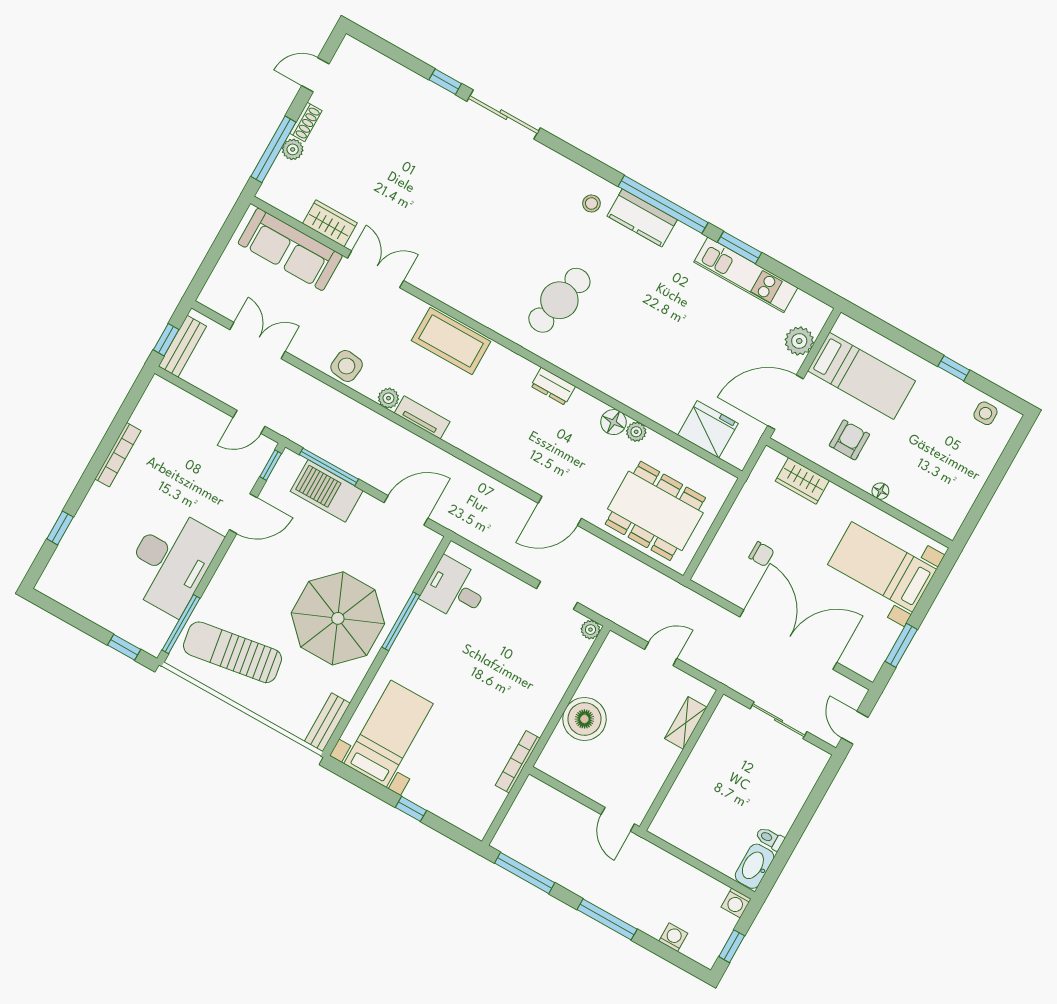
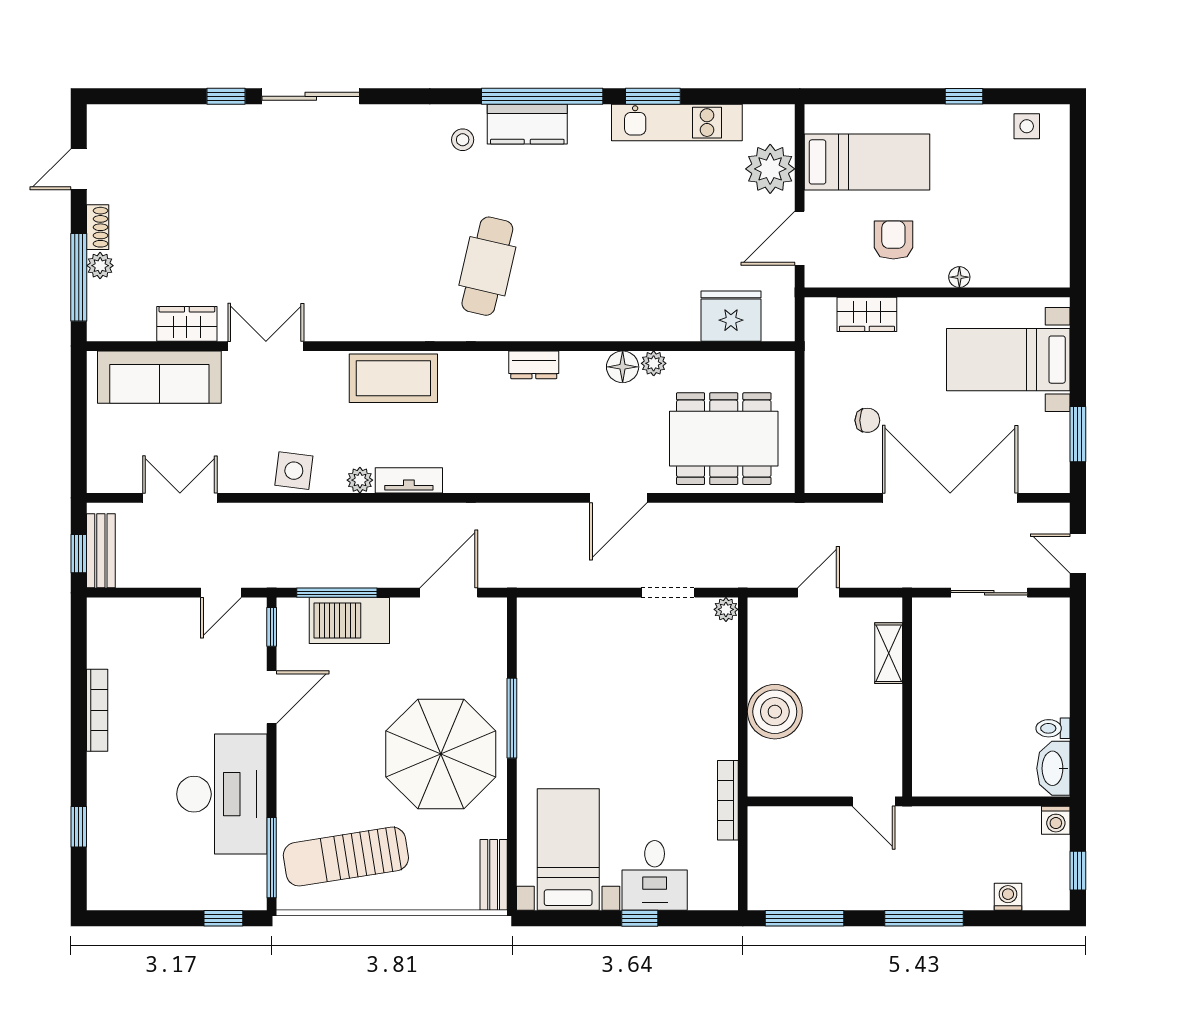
plant: (799, 341) -> (770, 169), width x1.36, depth x1.36
door: (786, 402) -> (800, 238), width x0.73
desk: (455, 590) -> (655, 875), moved, turned -90

